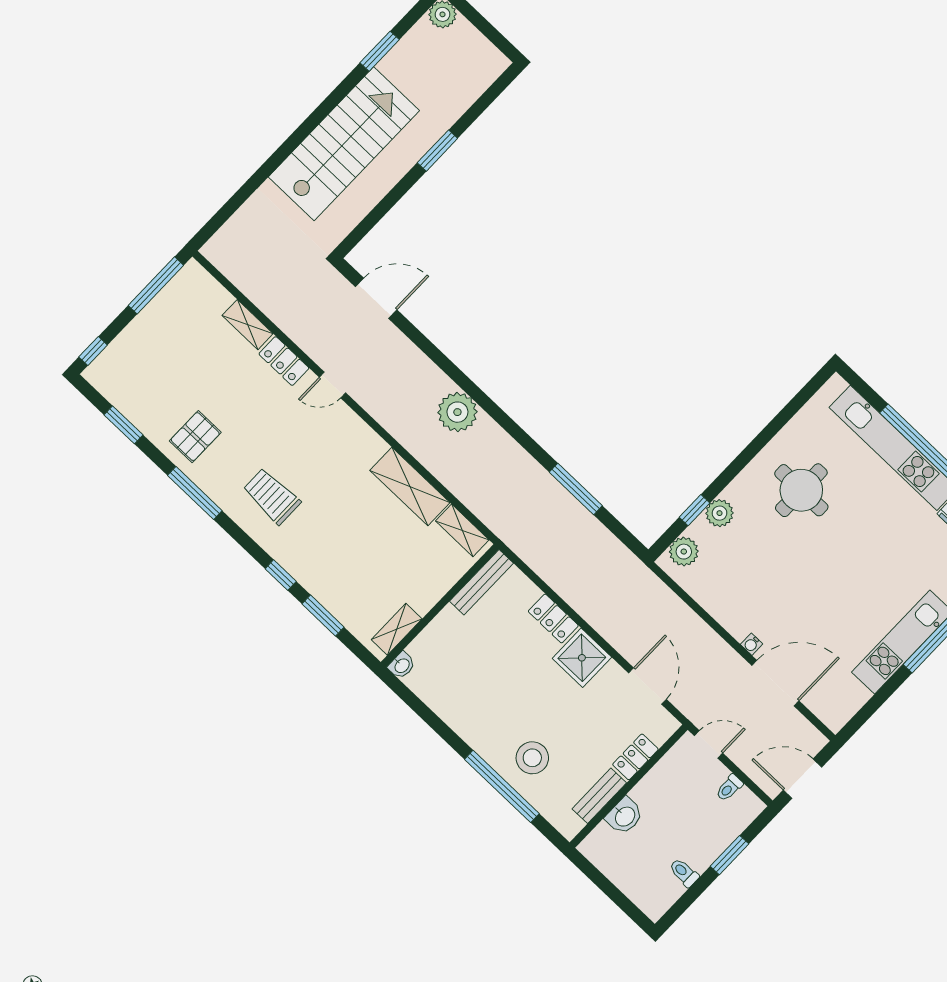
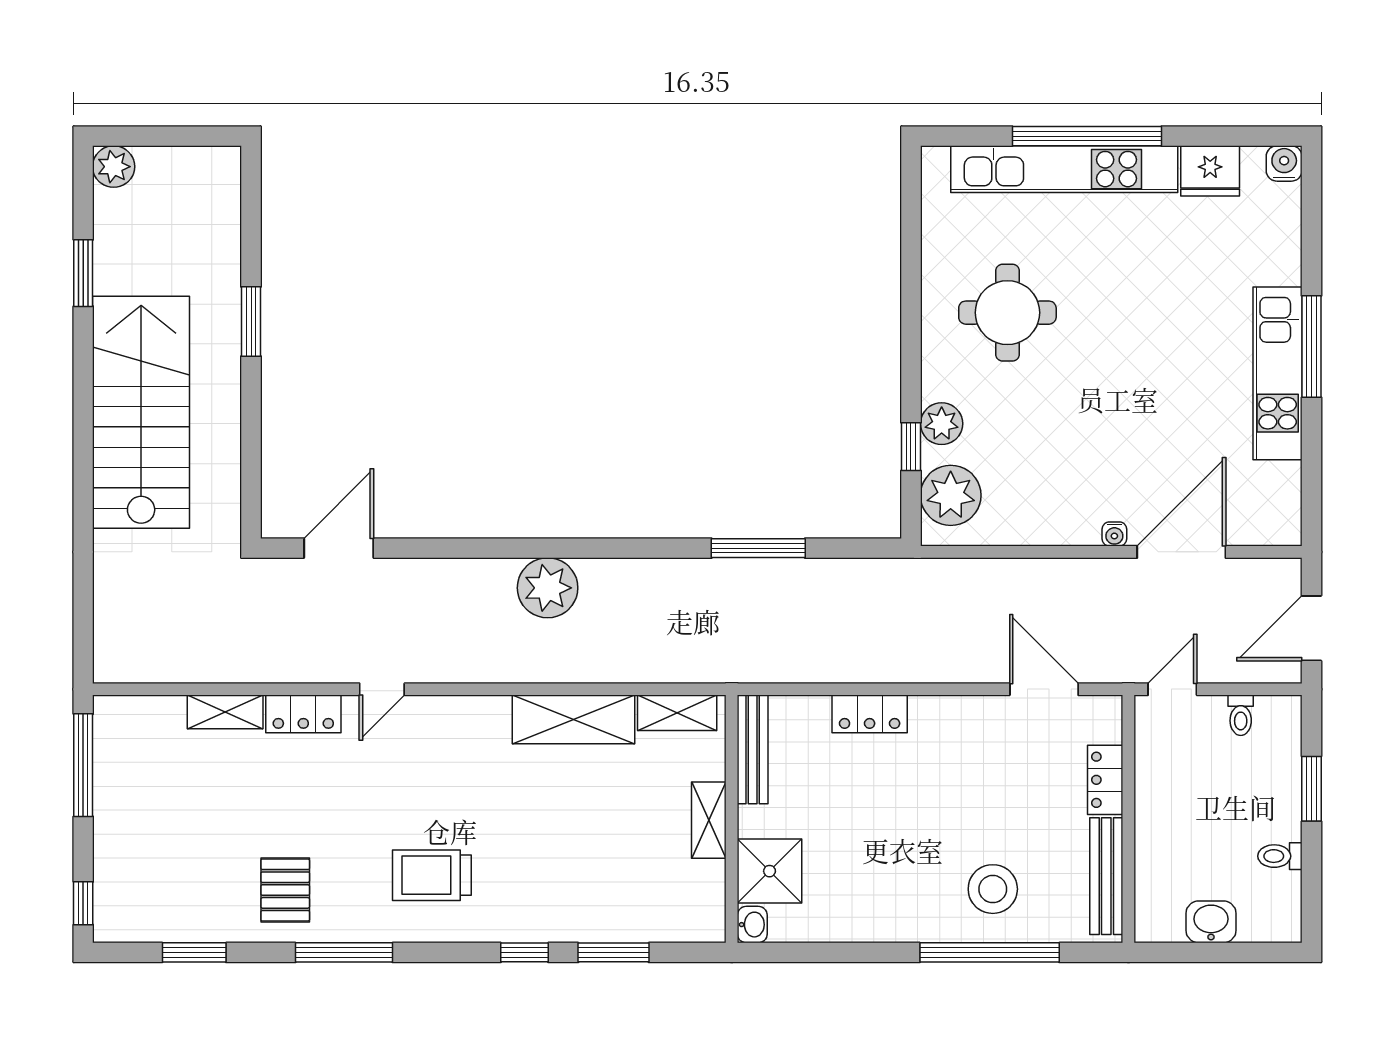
plant: (684, 552) -> (951, 495), width x1.36, depth x1.36
shelving: (397, 629) -> (709, 820), moved
shower: (582, 658) -> (770, 871), moved
bench: (599, 796) -> (1106, 876), width x1.36
washbasin: (624, 816) -> (1211, 922), moved, turned -90

